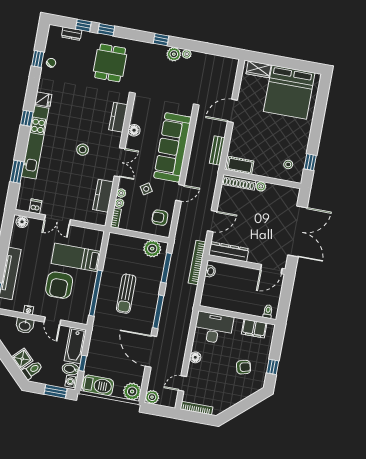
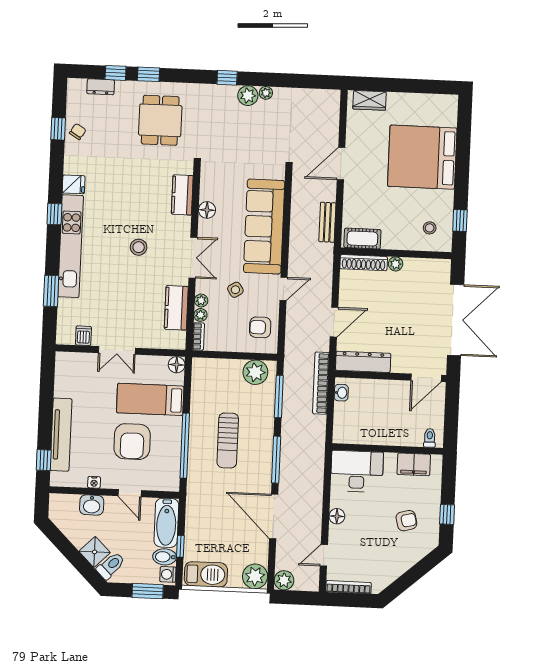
bed: (289, 92) -> (422, 157), moved, turned 90
floor lamp: (22, 222) -> (177, 365), moved

